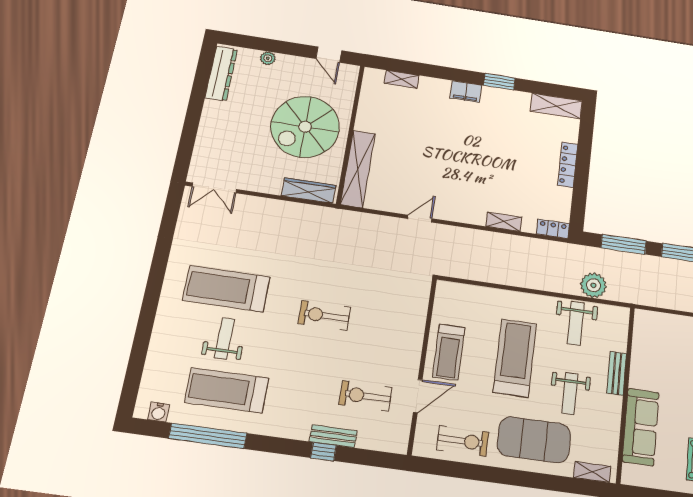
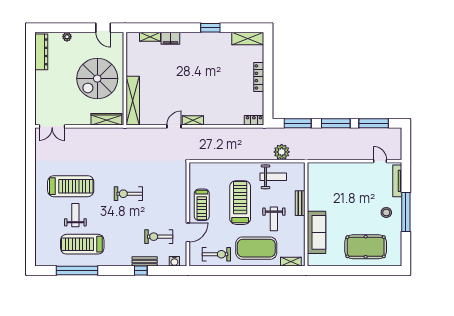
filing cabinet: (466, 92) -> (170, 38), moved
shelving: (504, 222) -> (193, 120), moved
treadmill: (226, 289) -> (71, 186), turned 180
weight bench: (576, 323) -> (273, 177), turned -90
water cooler: (159, 412) -> (174, 261), moved

